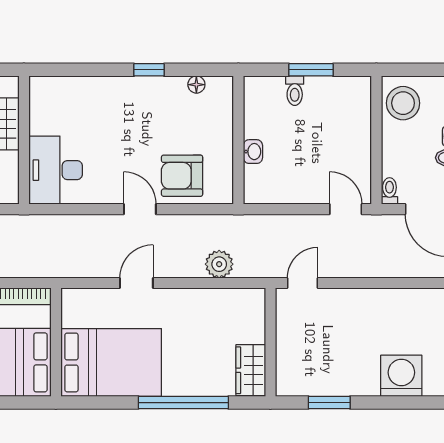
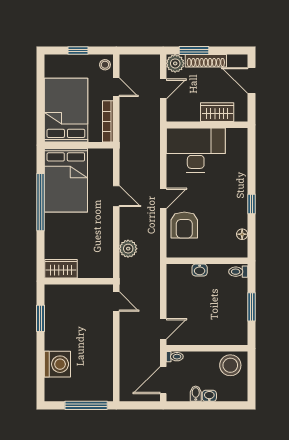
toilet: (295, 91) -> (238, 272), moved
desk: (56, 170) -> (196, 150), width x1.36, depth x1.30
armchair: (182, 176) -> (184, 225), turned 180
window: (183, 403) -> (40, 202), moved

